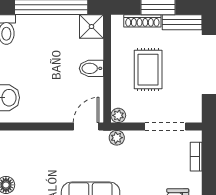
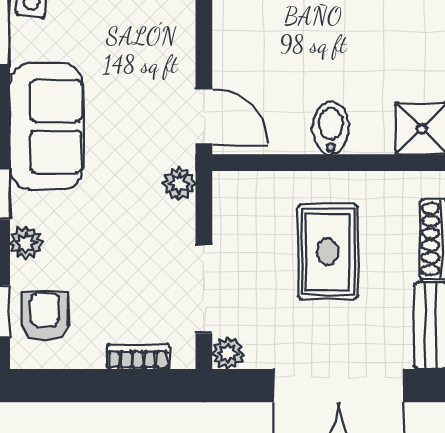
rug: (148, 70) -> (328, 252), turned 90
plant: (118, 115) -> (228, 353), moved

